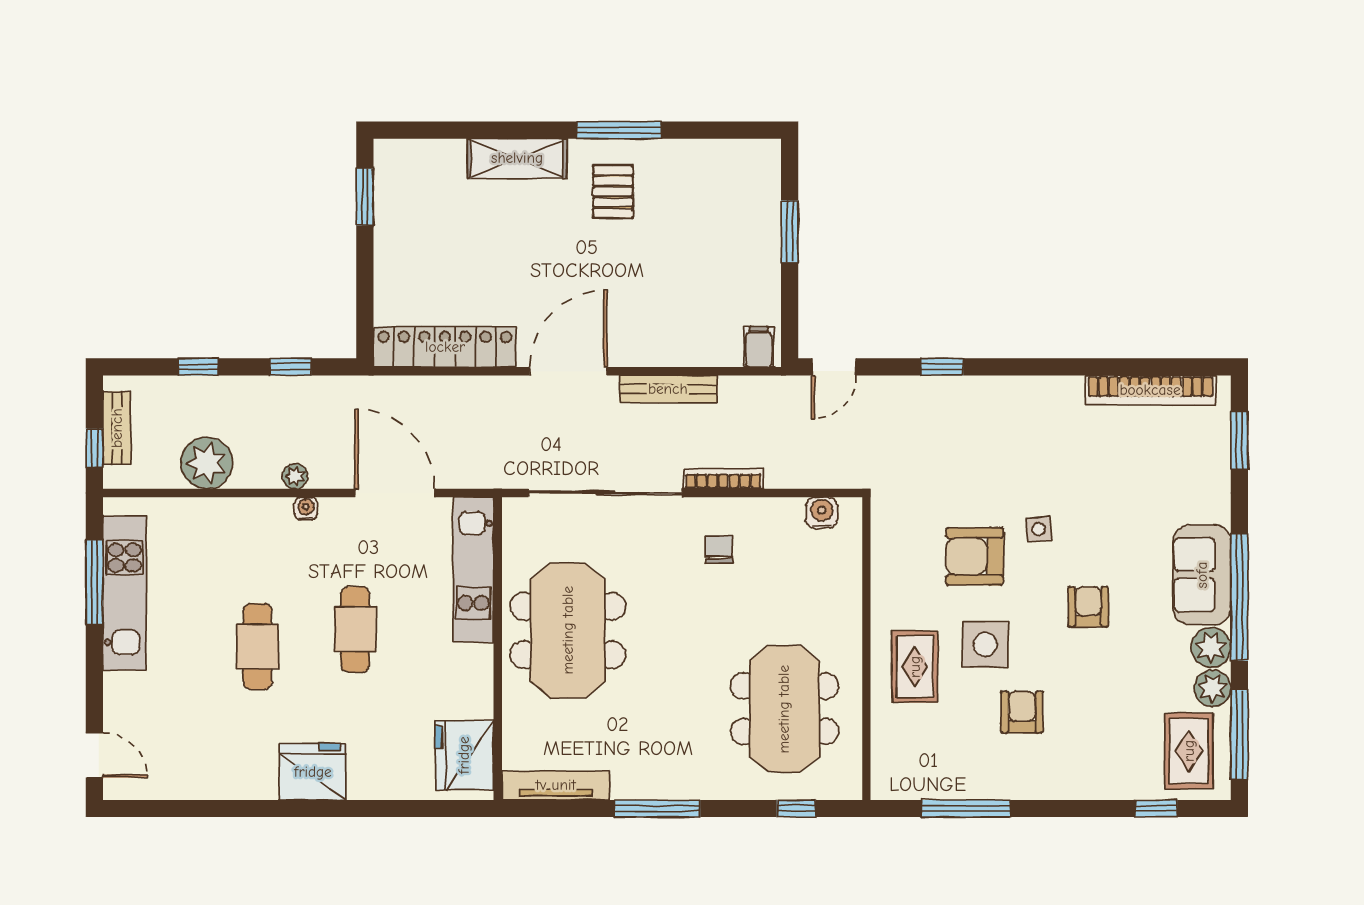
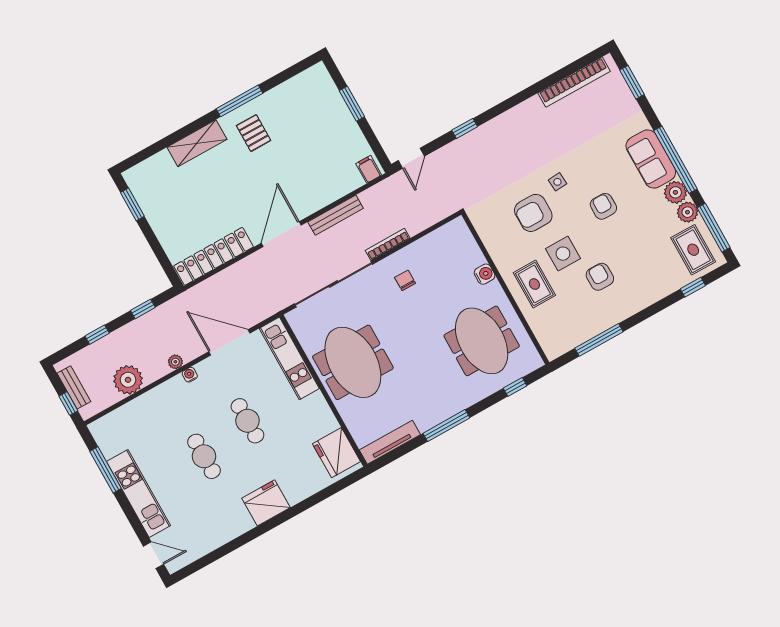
water cooler: (822, 513) -> (485, 274), moved, turned 90
kitchen unit: (125, 593) -> (139, 494), moved

